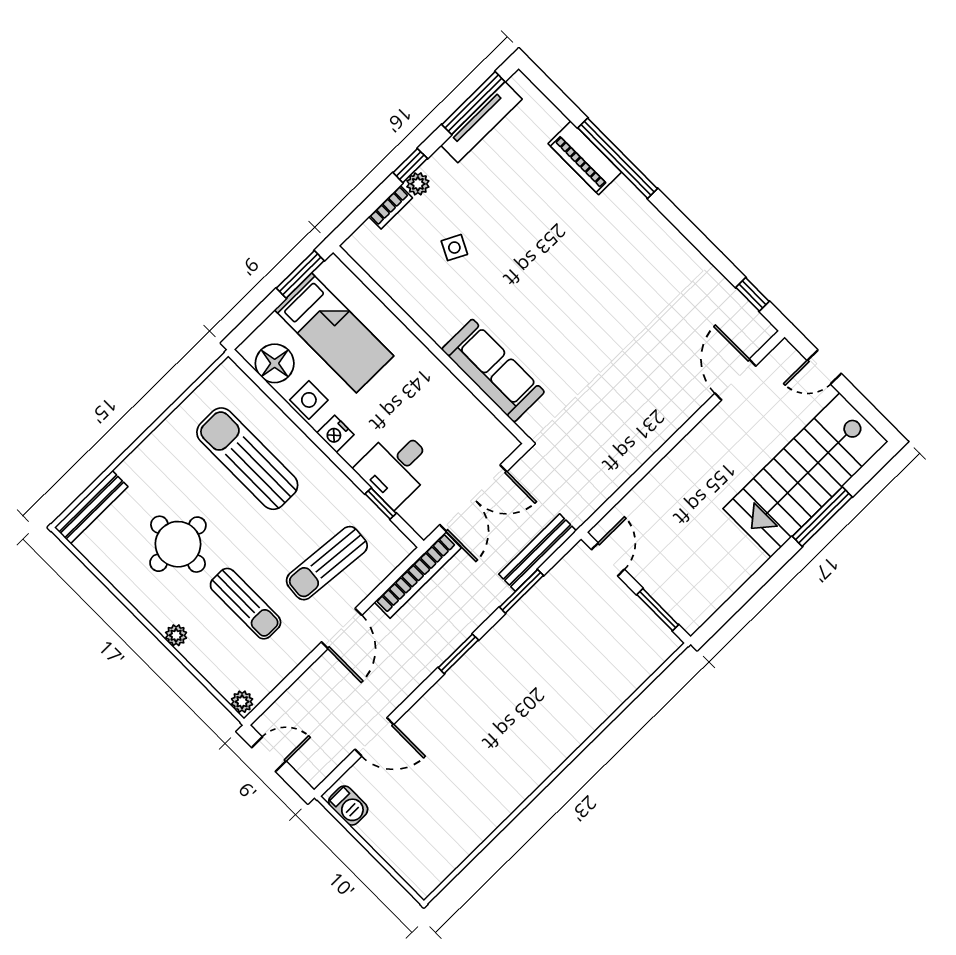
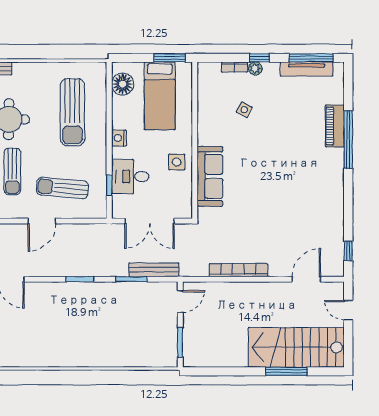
side table: (309, 400) -> (177, 162), moved
sun lounger: (247, 459) -> (72, 112), turned 180
bookcase: (418, 575) -> (238, 270), moved, turned 180

